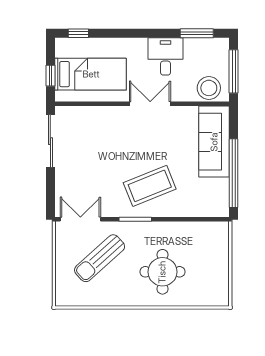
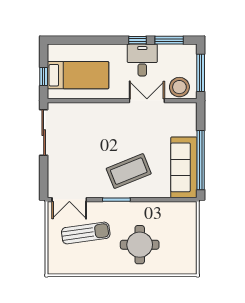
window: (78, 33) -> (138, 40), moved
double door: (150, 104) -> (147, 101), moved
sofa: (214, 142) -> (184, 167), moved
double door: (80, 219) -> (69, 200), swing flipped
sun lounger: (100, 258) -> (86, 233), turned -146

